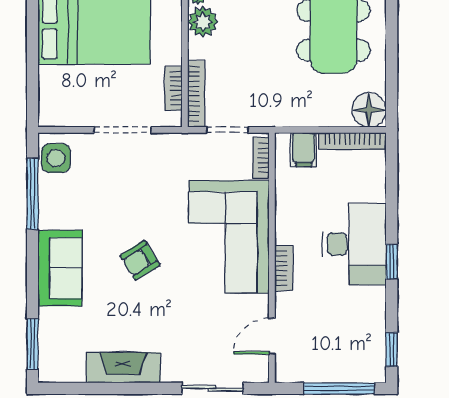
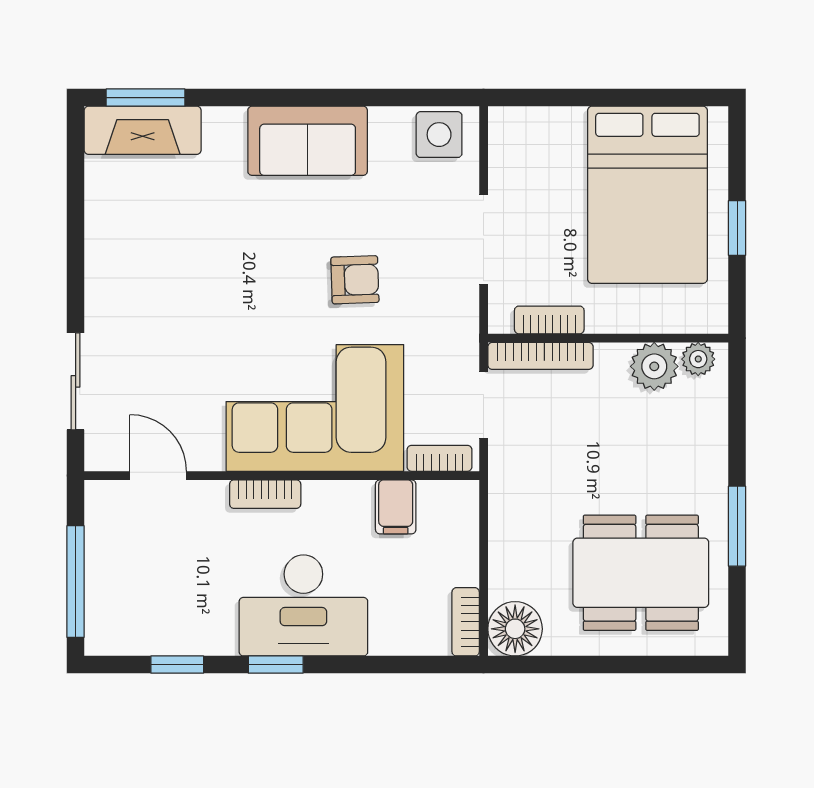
bookcase: (352, 141) -> (466, 622), width x0.64
filing cabinet: (304, 150) -> (396, 507), moved, turned -90
window: (32, 194) -> (383, 98), removed
armchair: (140, 260) -> (355, 280), moved, turned 120
sofa: (60, 268) -> (308, 141), moved
window: (392, 349) -> (177, 665), moved
fireplace: (123, 368) -> (143, 130), moved, turned 90

